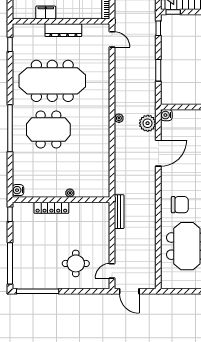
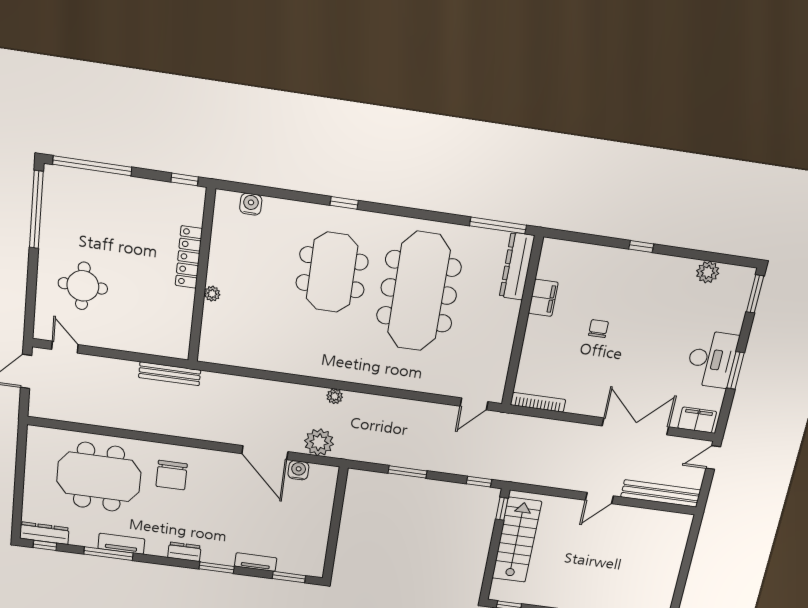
dresser: (63, 30) -> (517, 266), moved
window: (10, 44) -> (498, 225), width x2.17
water cooler: (166, 115) -> (298, 470), moved
window: (10, 128) -> (344, 203), width x0.32
water cooler: (18, 190) -> (251, 204), moved

